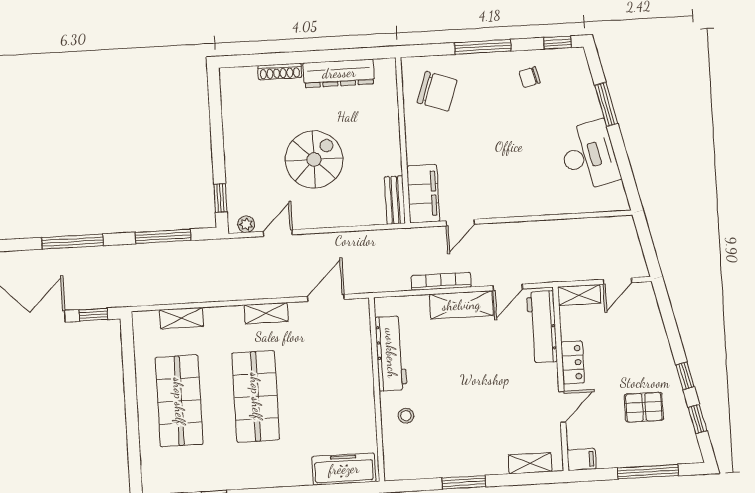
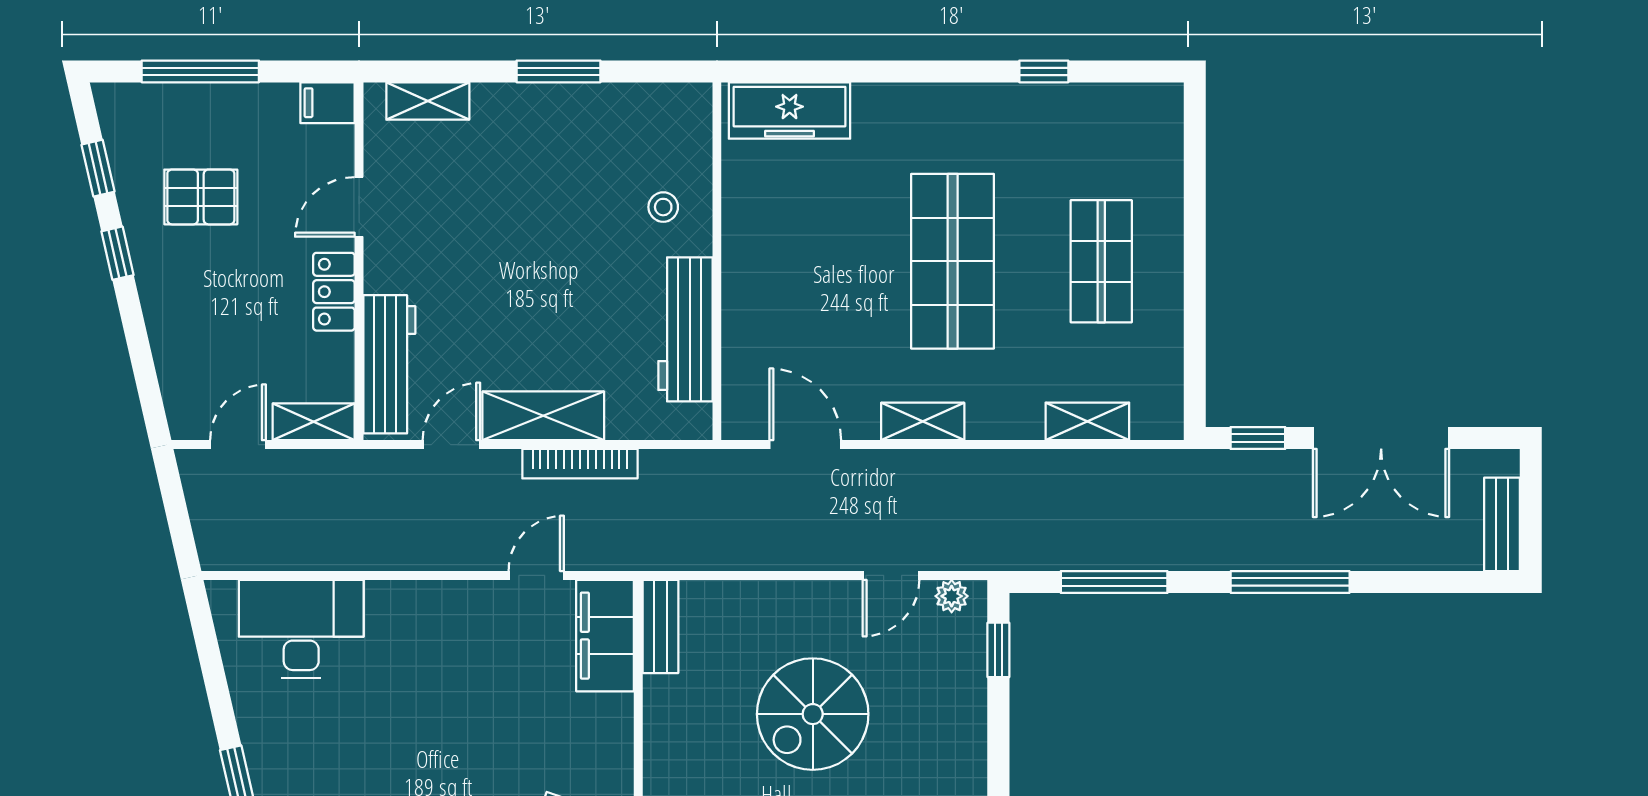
desk: (589, 155) -> (301, 629), moved, turned 103
door: (326, 298) -> (805, 445), swing flipped
shop shelf: (179, 401) -> (1101, 261), width x0.70, depth x0.74

